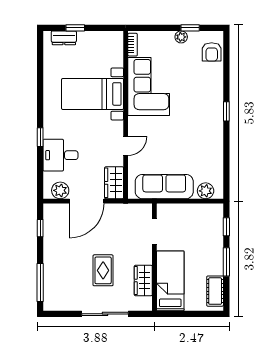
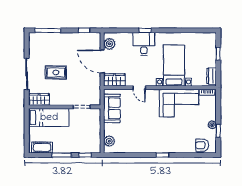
dresser: (64, 38) -> (212, 76), moved
desk: (61, 155) -> (144, 44), moved
sofa: (164, 187) -> (112, 108), width x0.73
wardrobe: (143, 280) -> (39, 99), moved

